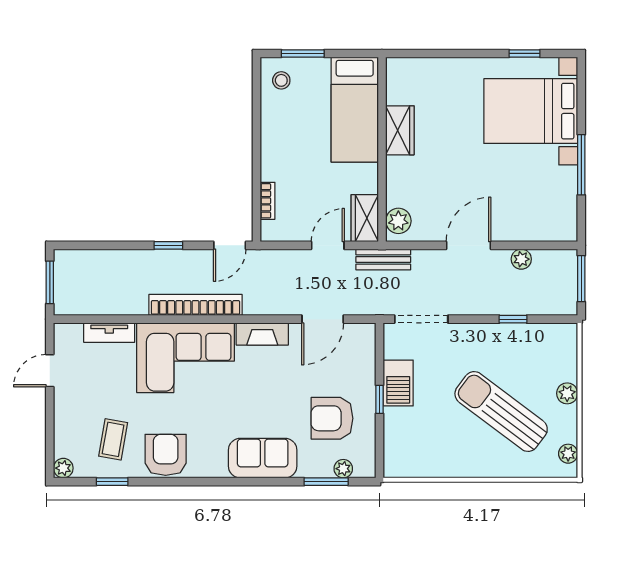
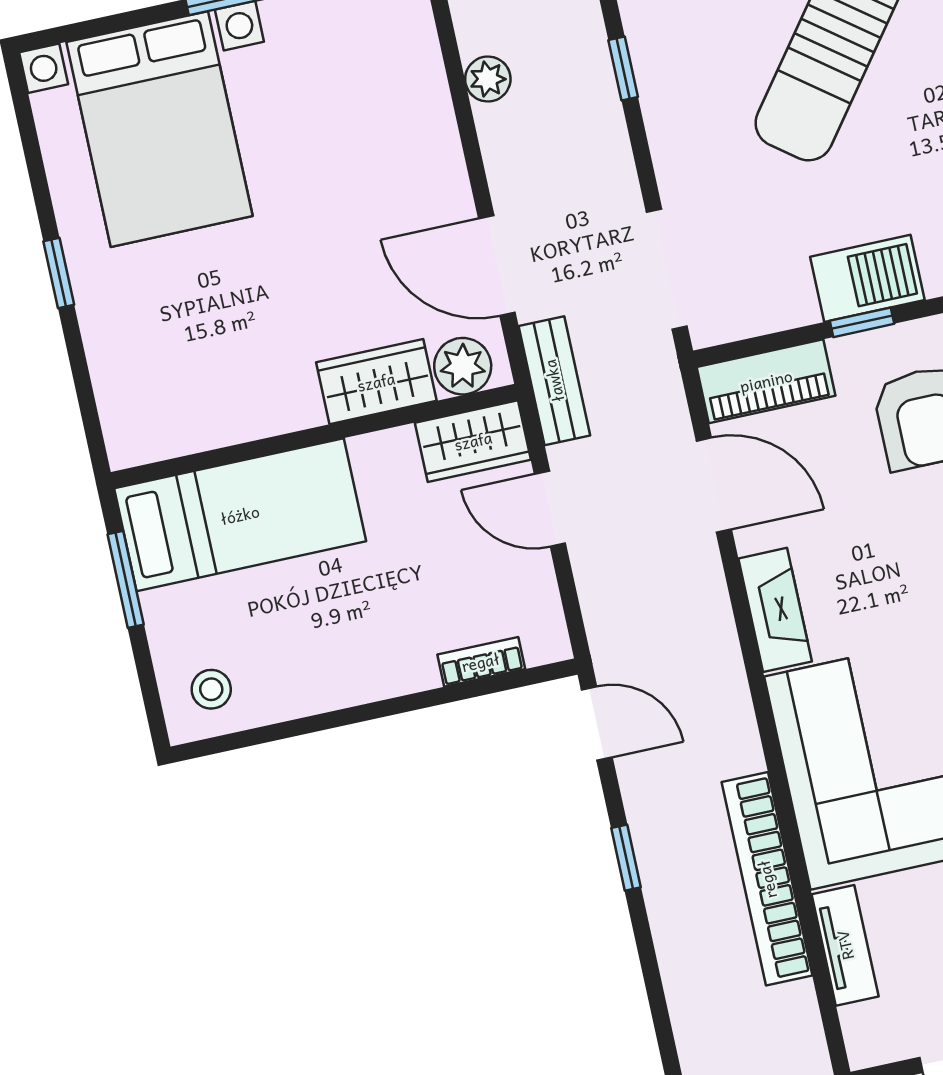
window: (303, 53) -> (126, 579), moved
window: (525, 53) -> (59, 273), moved
wardrobe: (400, 130) -> (376, 382), moved
door: (468, 245) -> (497, 266), moved
bookcase: (196, 305) -> (767, 879), moved
piano: (363, 352) -> (766, 381), added
barbecue: (398, 383) -> (867, 278), moved

